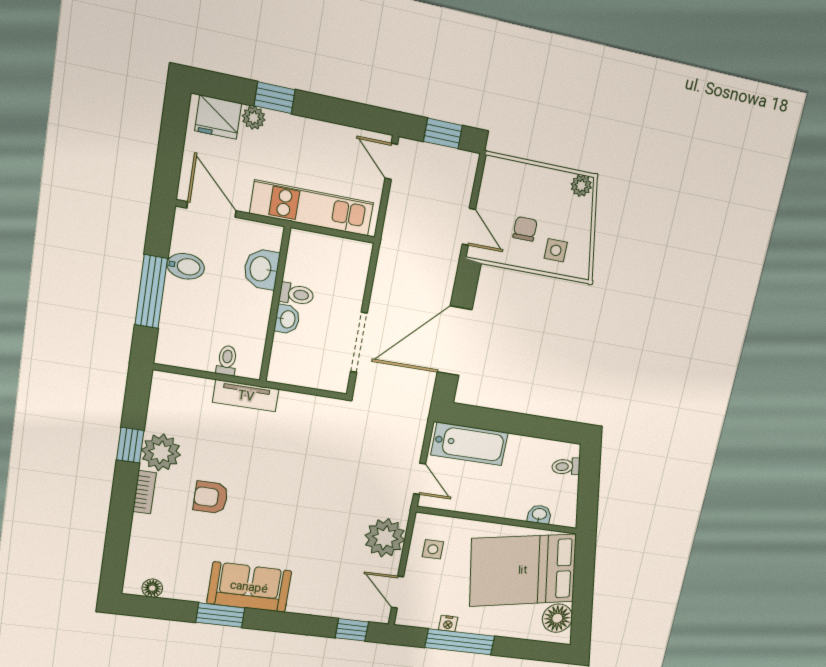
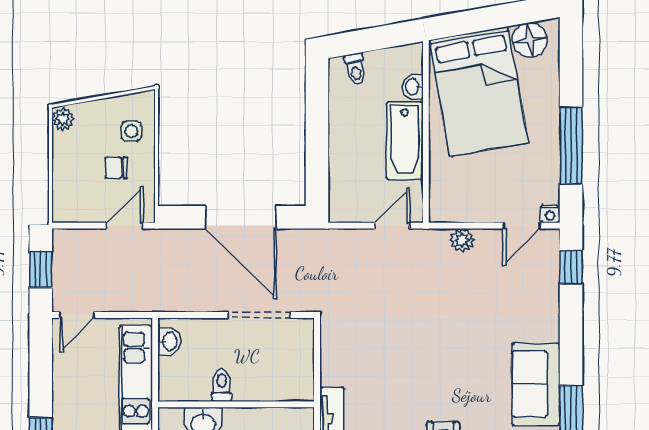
washbasin: (287, 319) -> (169, 341), moved, turned 90
bathtub: (469, 444) -> (405, 141), moved, turned 180
plant: (385, 538) -> (462, 240), width x0.53, depth x0.53
side table: (433, 549) -> (468, 196), removed
nightstand: (448, 623) -> (550, 214), moved, turned 90

